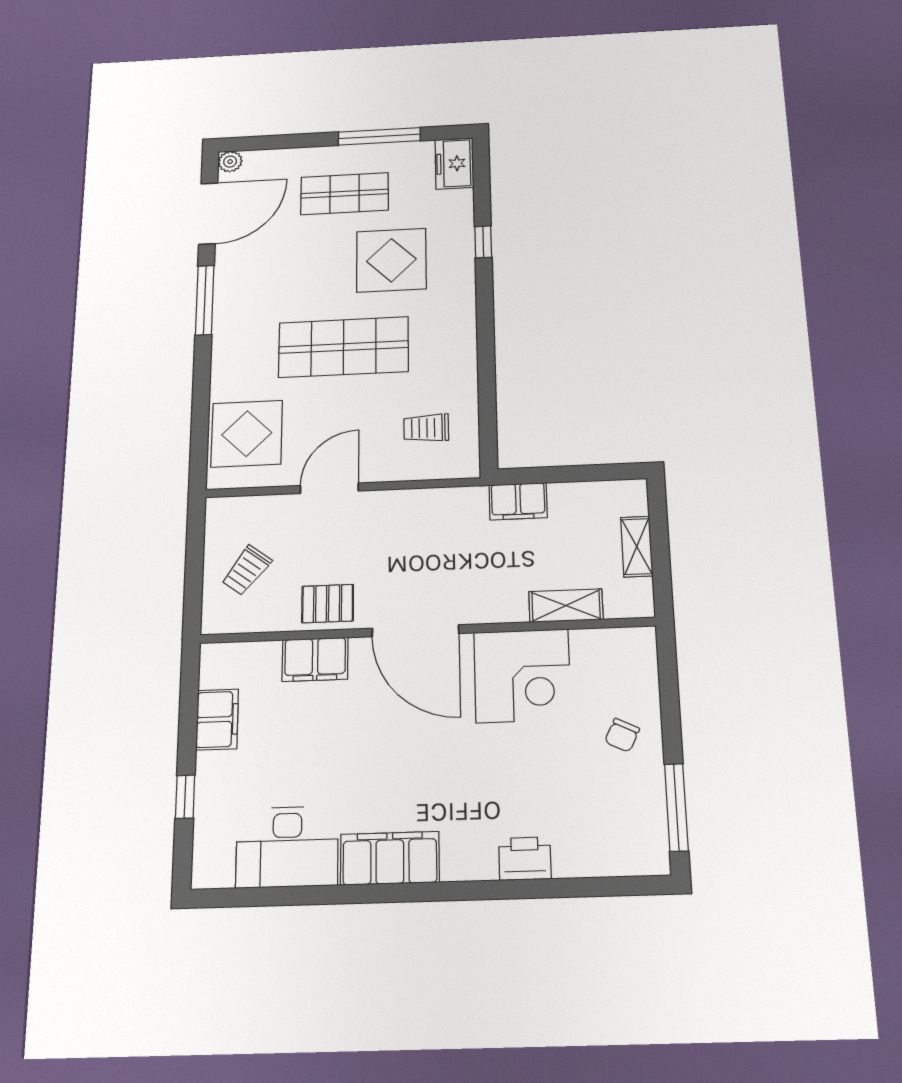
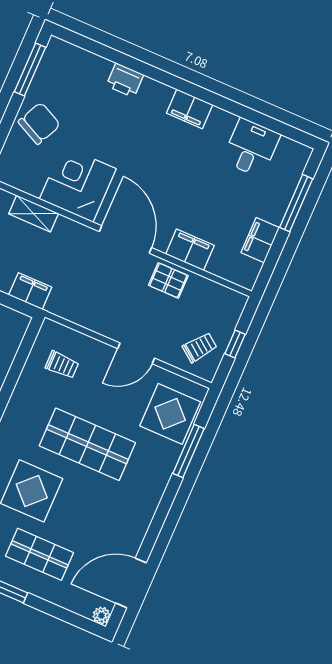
window: (205, 300) -> (188, 451), moved
window: (194, 562) -> (235, 344), added
trolley: (246, 570) -> (200, 347), moved
chair: (622, 735) -> (39, 123), width x1.87, depth x1.87
window: (185, 797) -> (296, 203), width x2.17
desk: (287, 847) -> (251, 148), width x0.73
filing cabinet: (390, 858) -> (190, 109), width x0.67, depth x0.86

